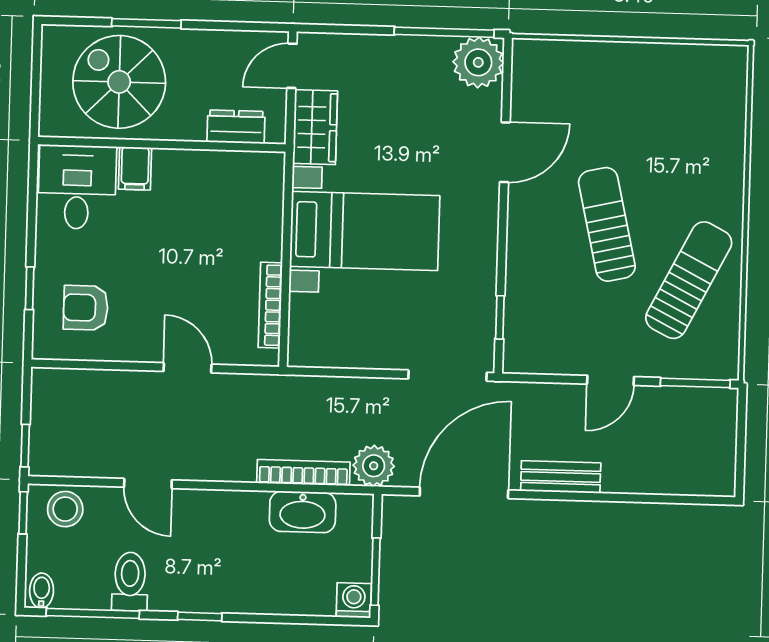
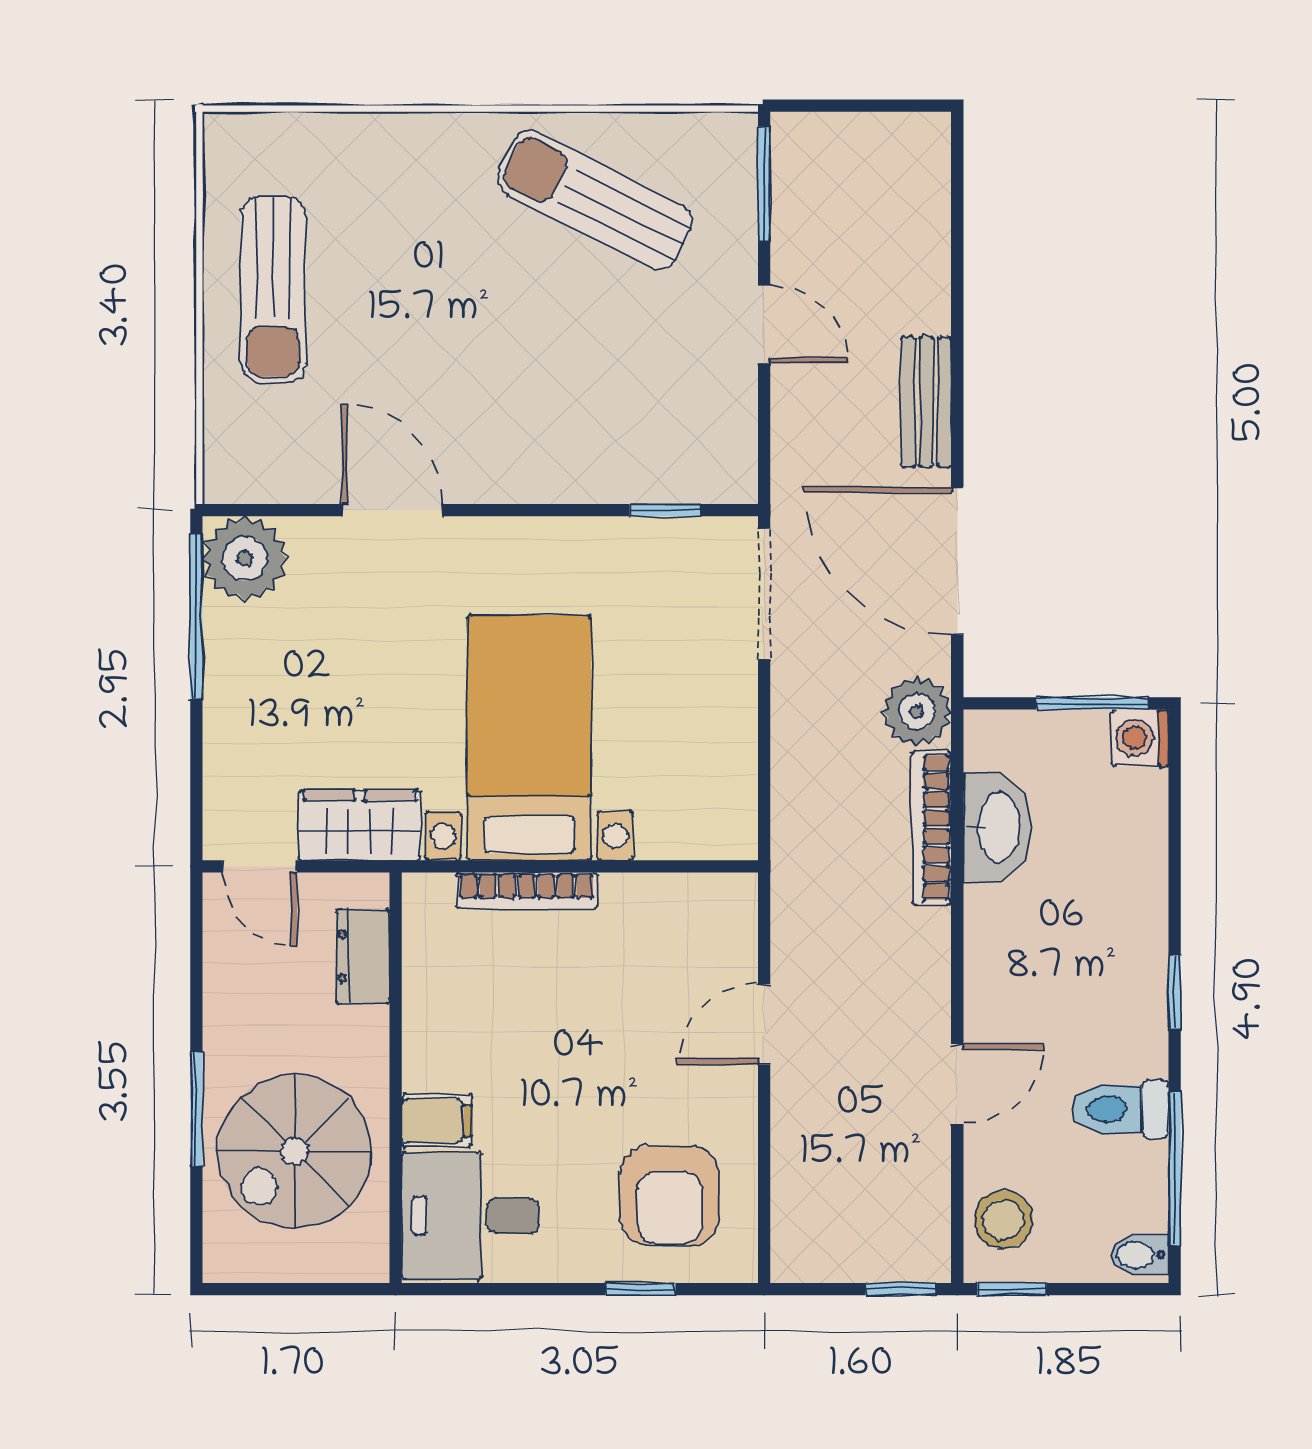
sun lounger: (607, 224) -> (273, 289), moved, turned -77
bookcase: (270, 305) -> (527, 891), moved
armchair: (86, 308) -> (670, 1196), width x1.38, depth x1.38

